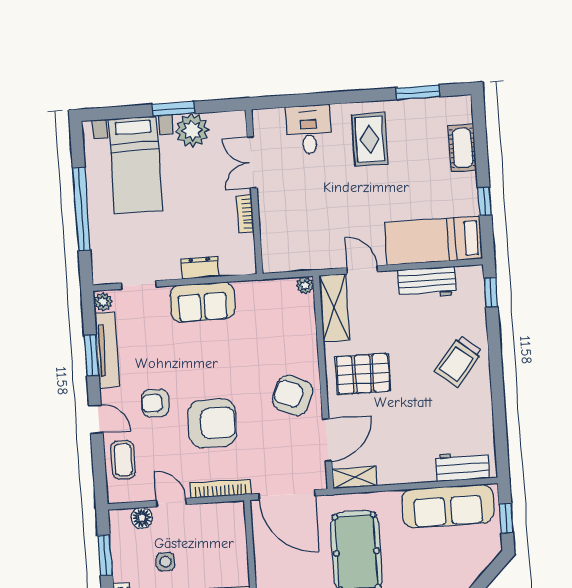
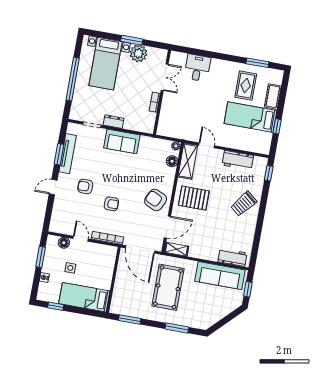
rug: (370, 139) -> (246, 86), moved
double door: (252, 163) -> (165, 77), swing flipped
bed: (434, 241) -> (250, 117), moved
dresser: (200, 268) -> (114, 122), moved
plant: (103, 302) -> (72, 129), removed
floor lamp: (305, 316) -> (172, 161), added
door: (96, 419) -> (53, 187), swing flipped
armchair: (212, 423) -> (111, 204), width x0.53, depth x0.53
coffee table: (123, 460) -> (62, 211), removed

